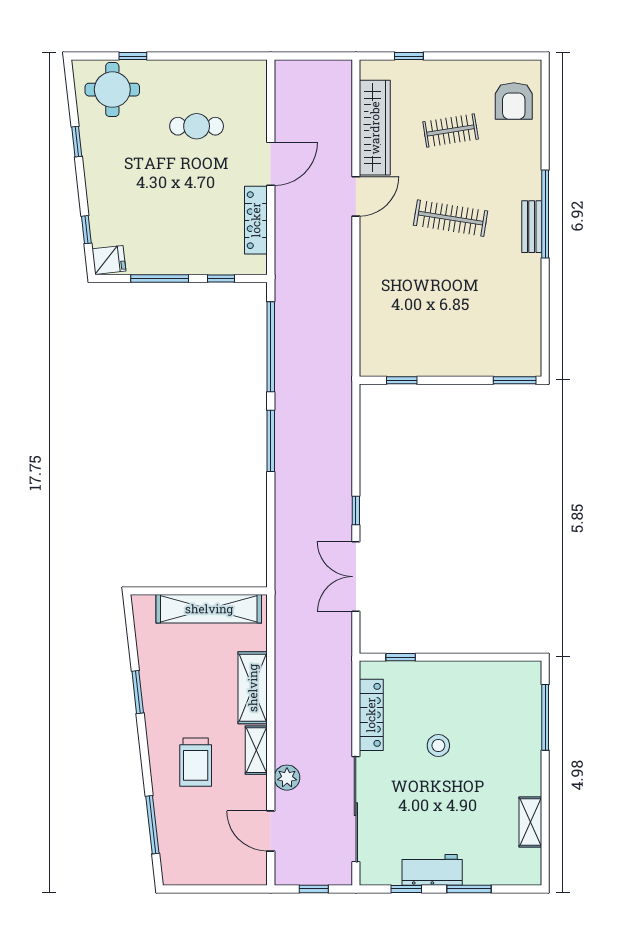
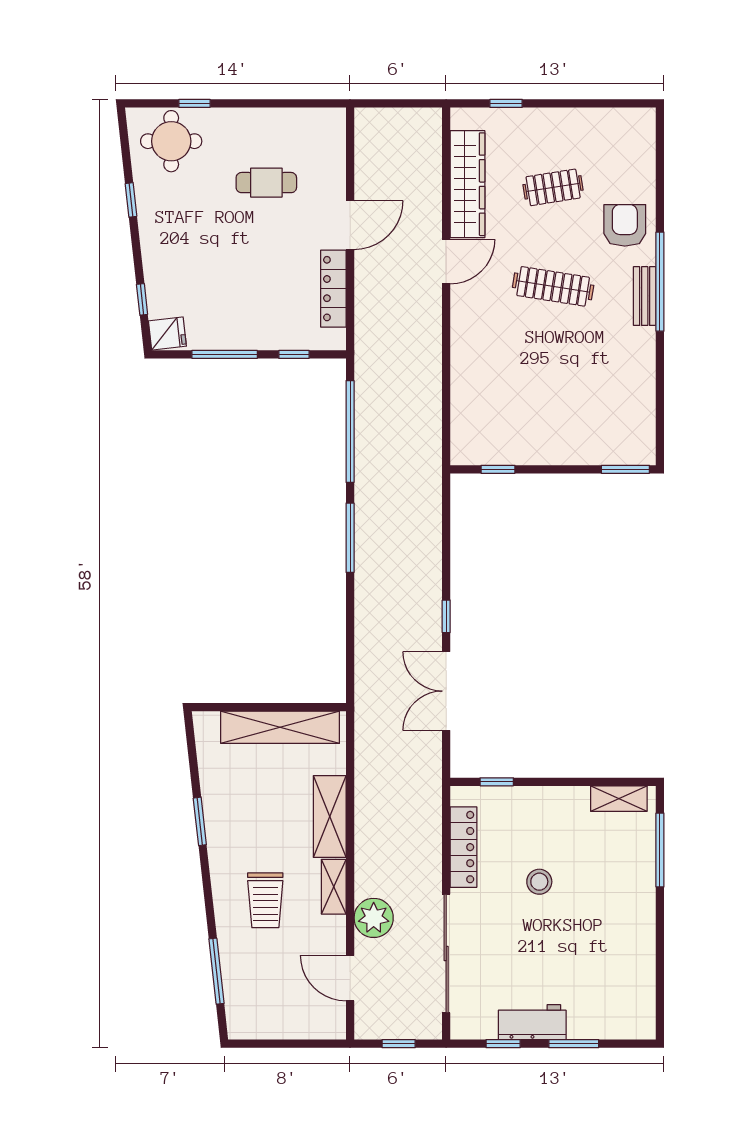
armchair: (514, 101) -> (625, 225), moved, turned 180
plant: (287, 778) -> (374, 918), width x1.36, depth x1.36
shelving: (530, 822) -> (619, 799), moved, turned 90

